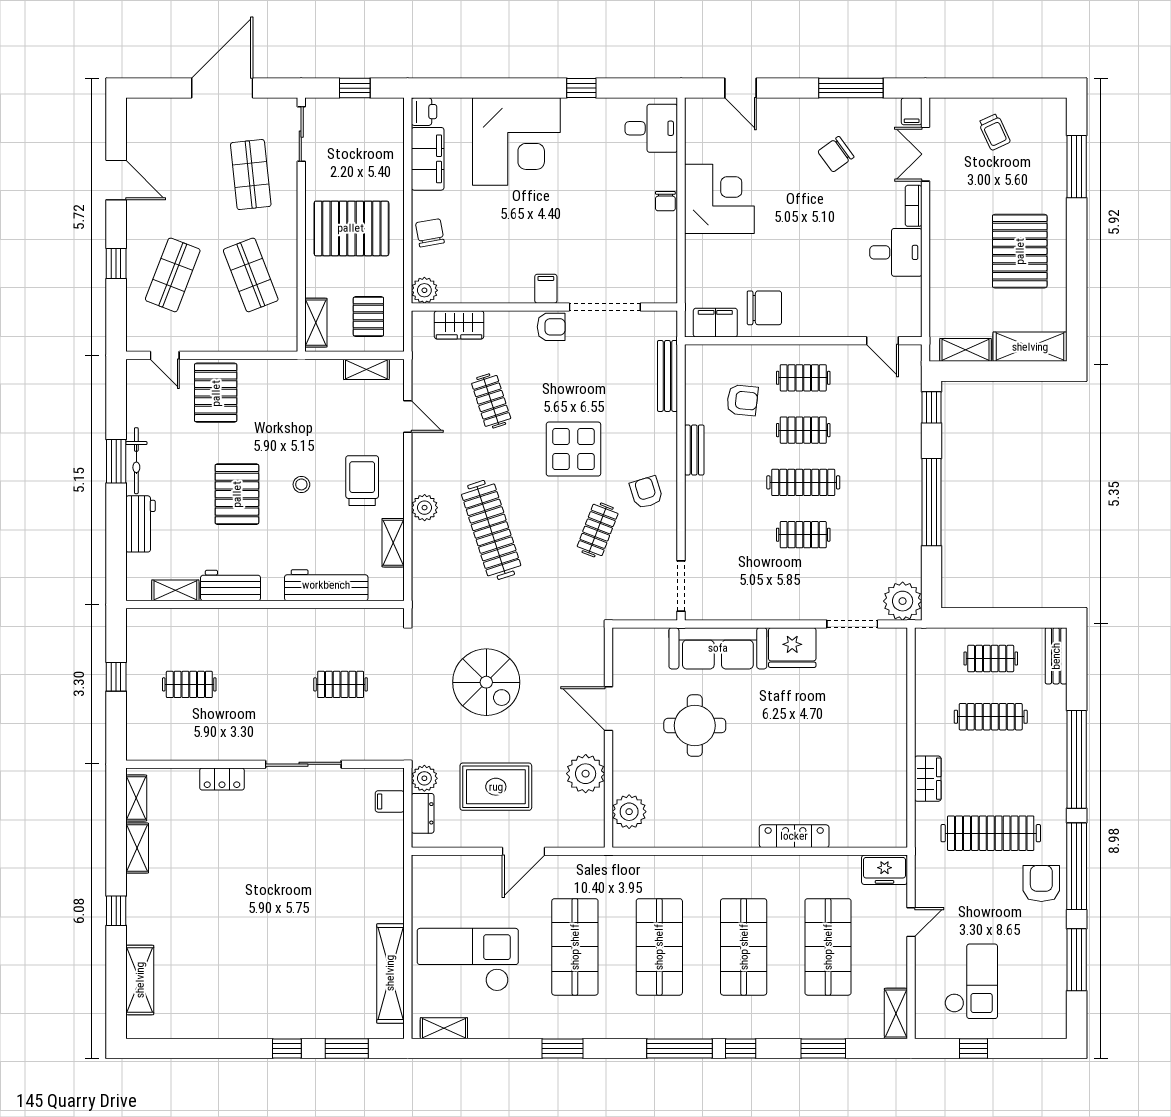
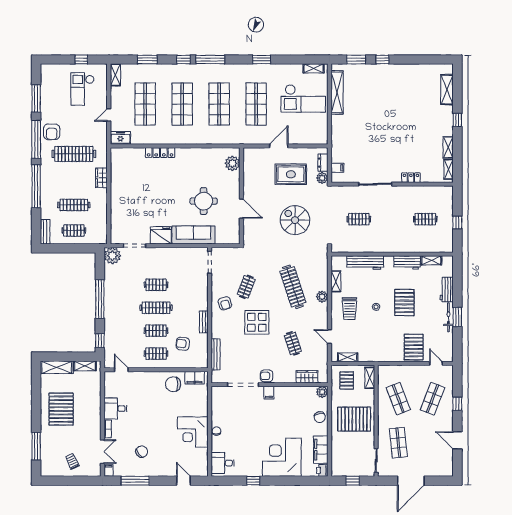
plant: (586, 774) -> (251, 180), removed

